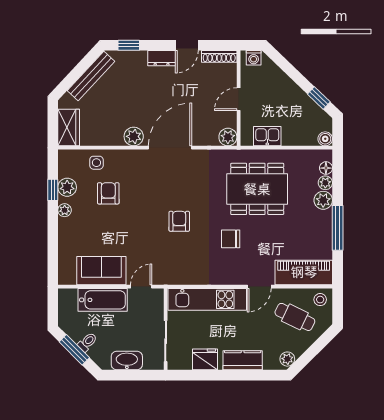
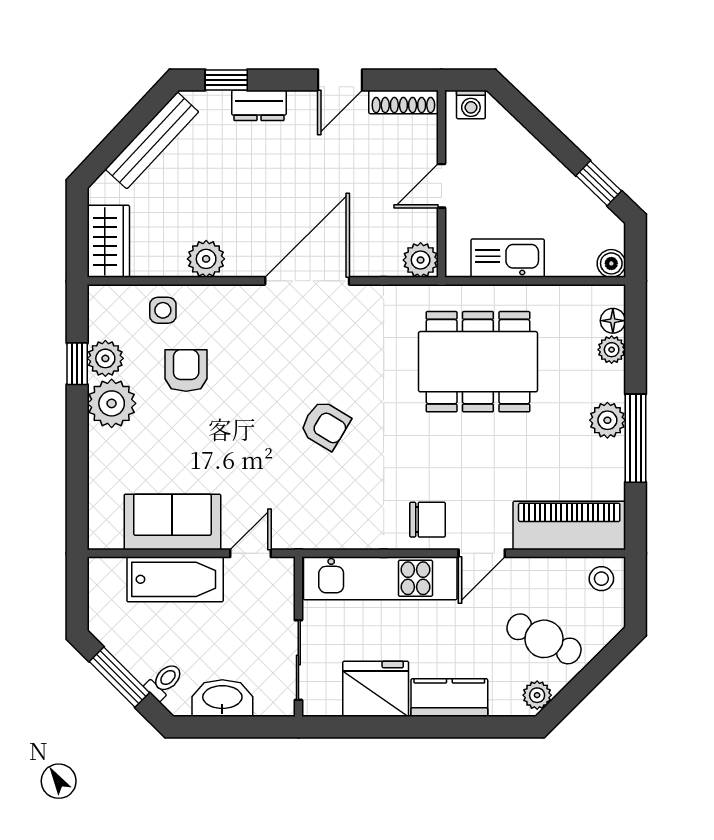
dresser: (162, 58) -> (259, 105), moved
plant: (134, 136) -> (206, 259), moved
kitchen sink: (267, 136) -> (508, 258), width x1.38
plant: (323, 200) -> (607, 420), moved
plant: (65, 210) -> (112, 403), width x1.87, depth x1.87
armchair: (179, 221) -> (325, 425), turned 121
chair: (231, 239) -> (428, 520), moved, turned 180
cafe table: (295, 317) -> (544, 639), moved
toilet: (87, 342) -> (164, 681), moved
fridge: (205, 359) -> (376, 689), width x1.36, depth x1.34

